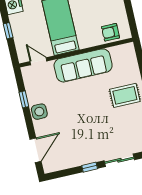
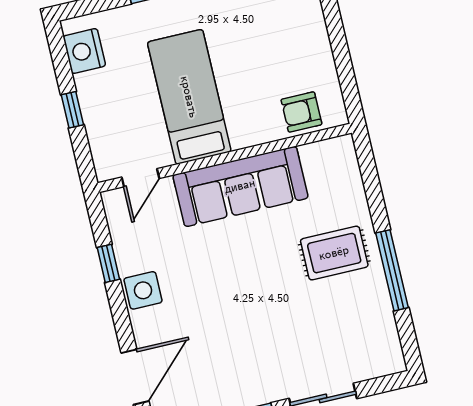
door: (38, 61) -> (140, 178), swing flipped

